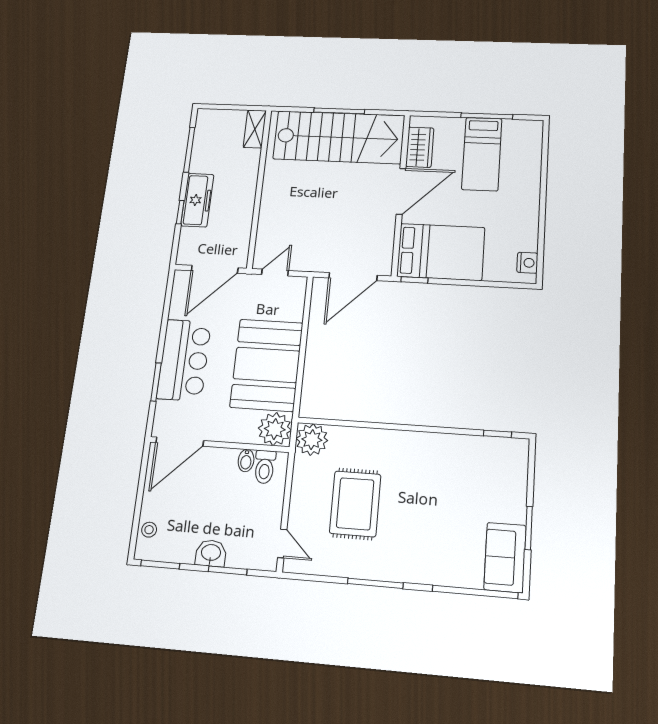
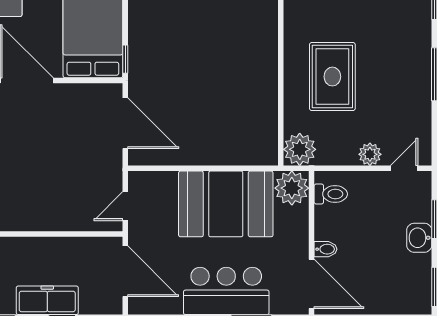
door: (275, 272) -> (125, 206), hinge flipped
bidet: (246, 460) -> (326, 249), moved
rug: (355, 504) -> (332, 77), moved, turned 90
plant: (300, 509) -> (370, 154), added
stool: (149, 530) -> (402, 303), removed

